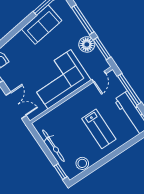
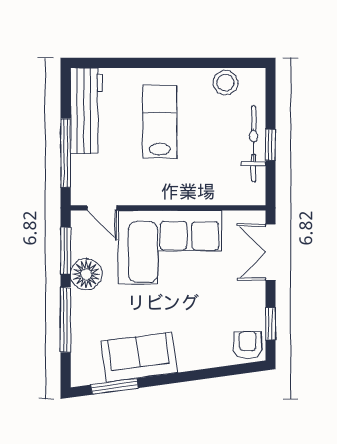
door: (99, 77) -> (102, 208), swing flipped
window: (60, 171) -> (270, 145), moved

